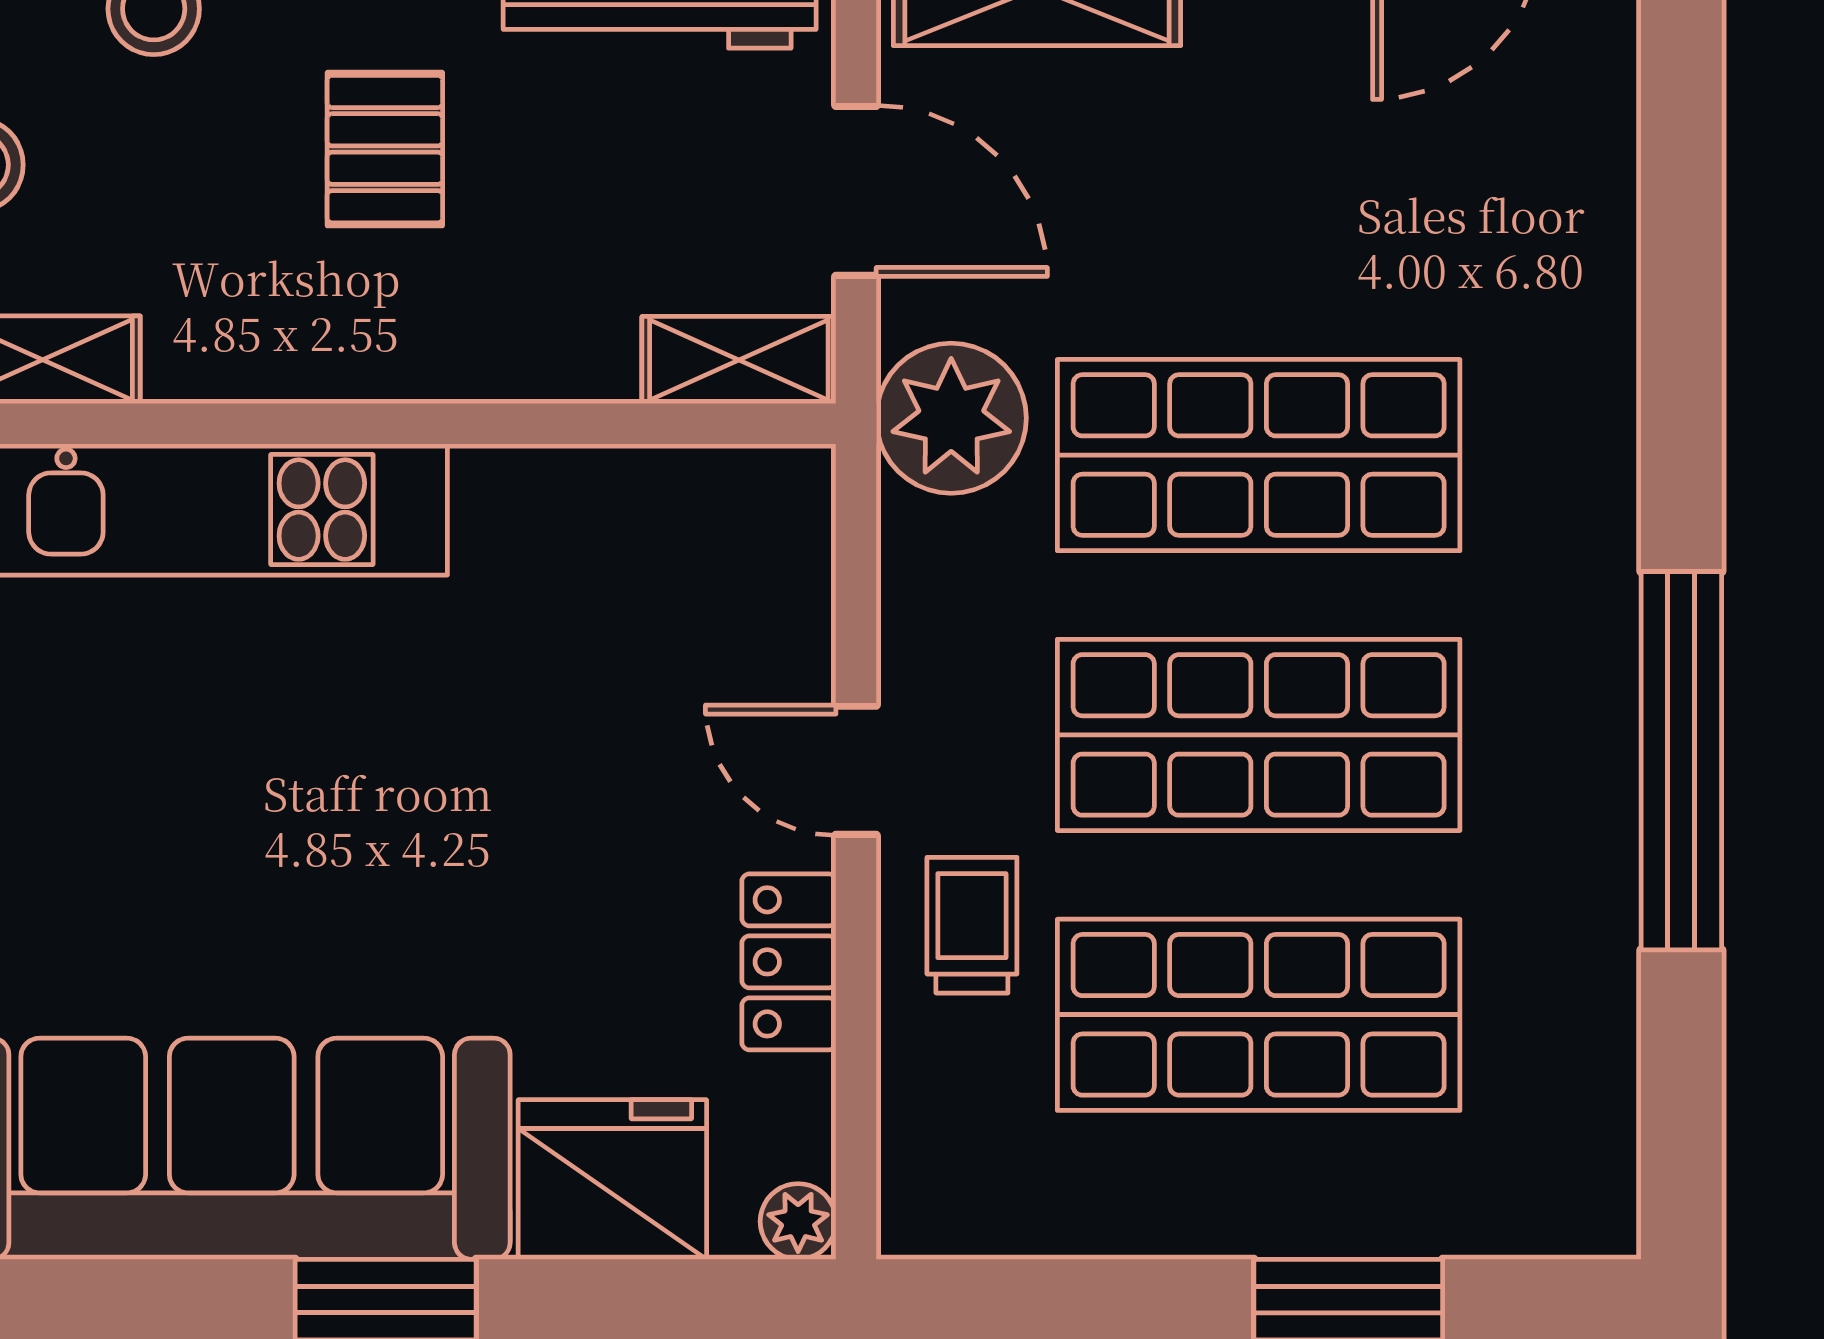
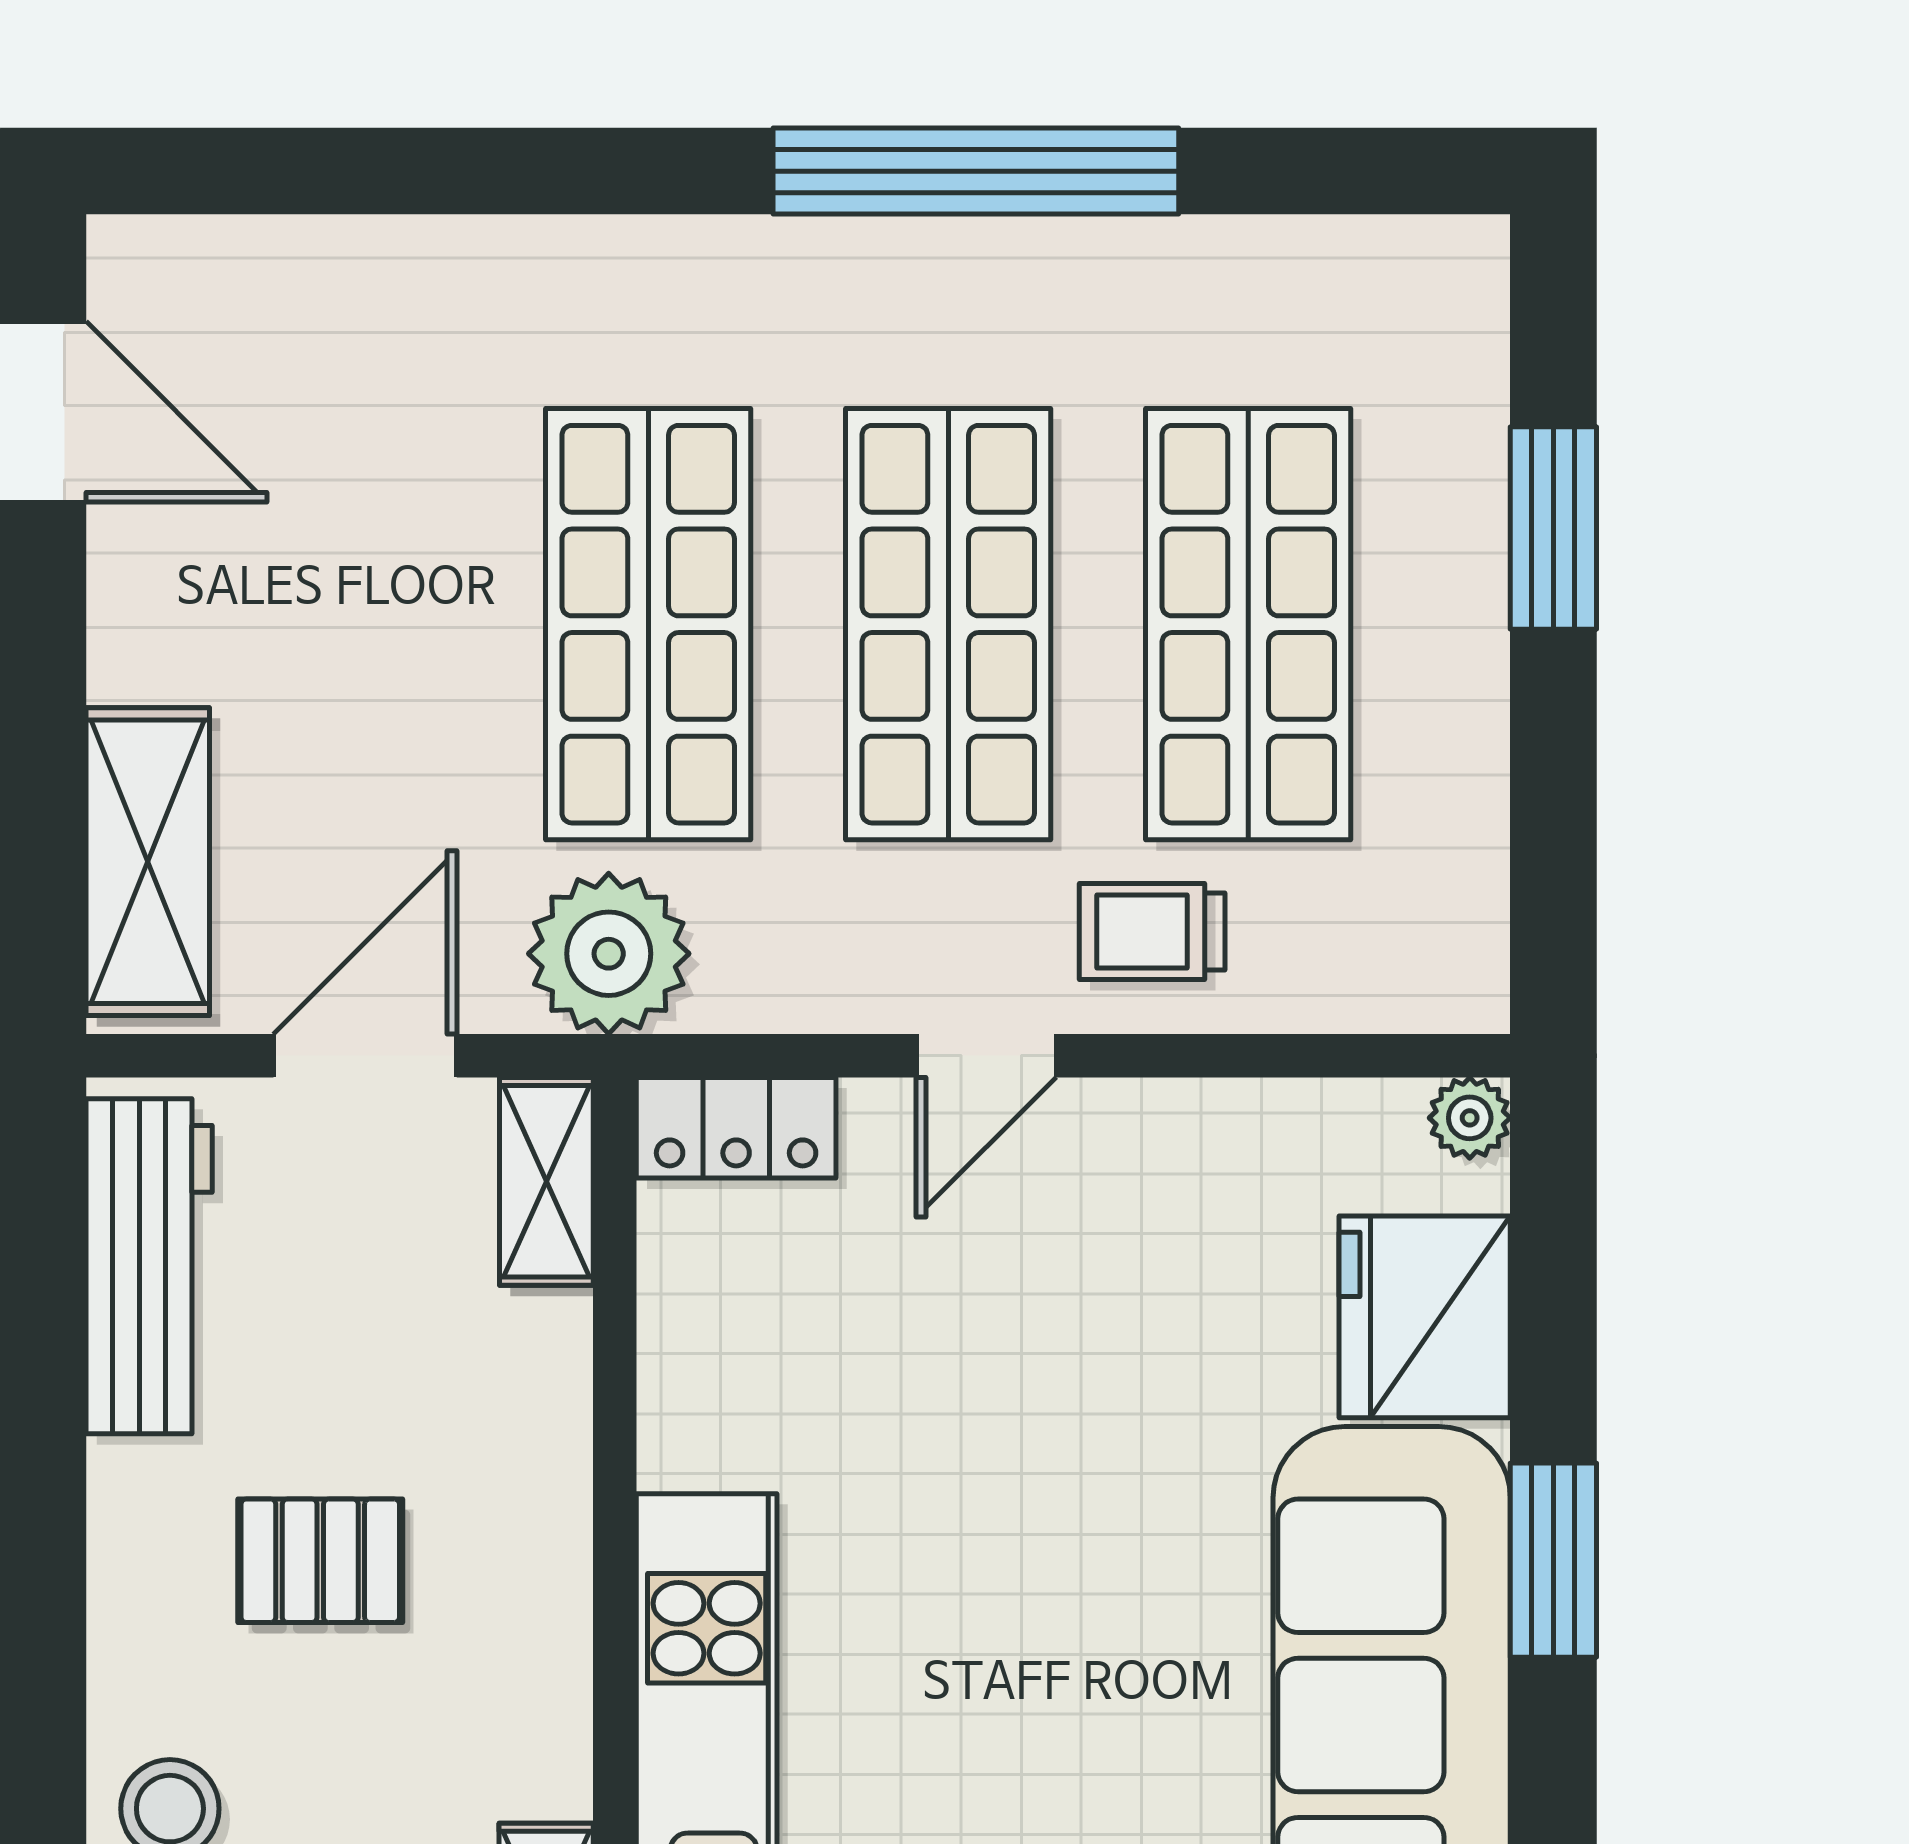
locker: (789, 962) -> (736, 1128), moved

